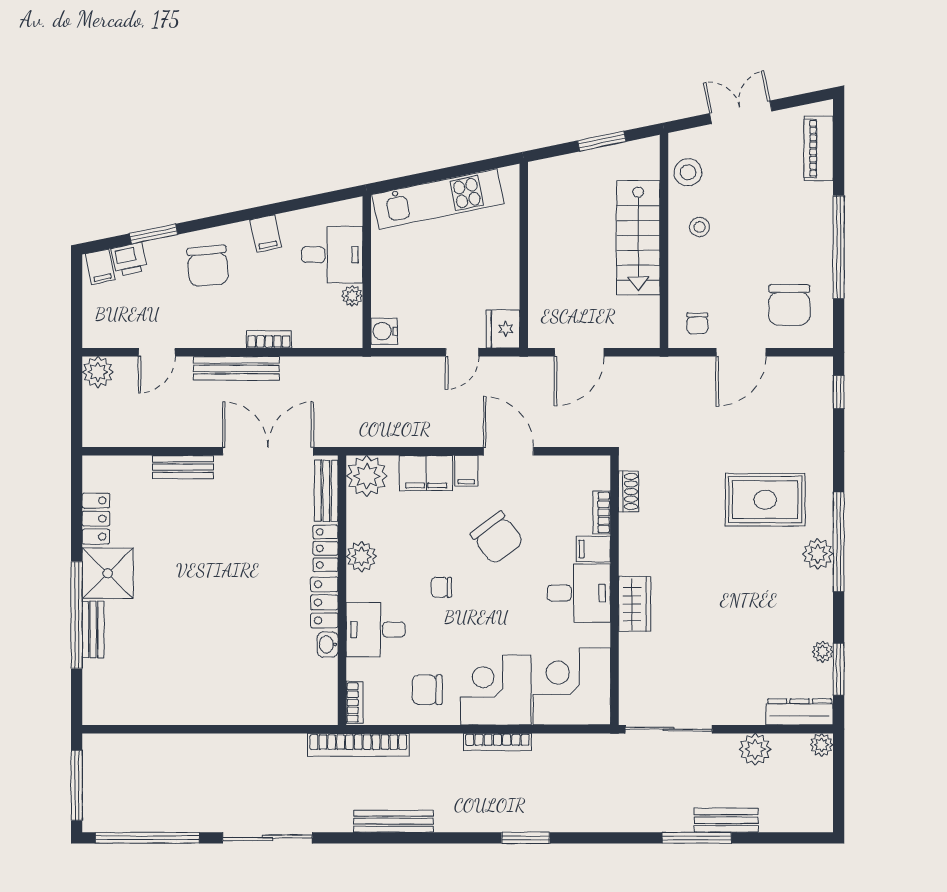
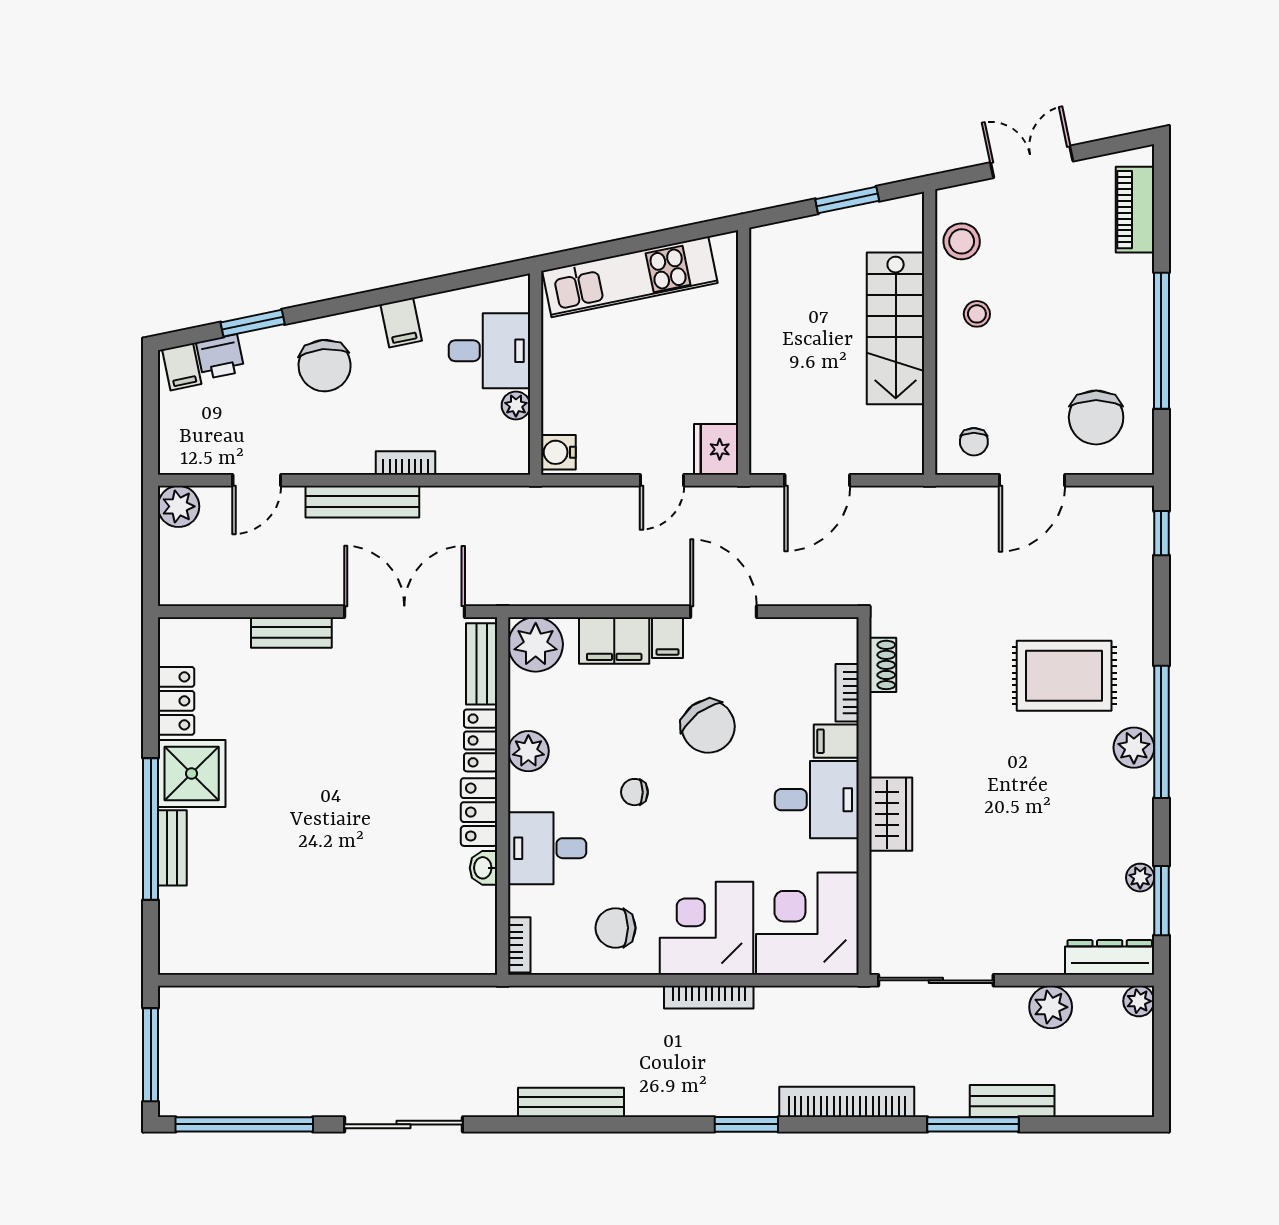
bookcase: (358, 745) -> (847, 1102), moved, turned 180

